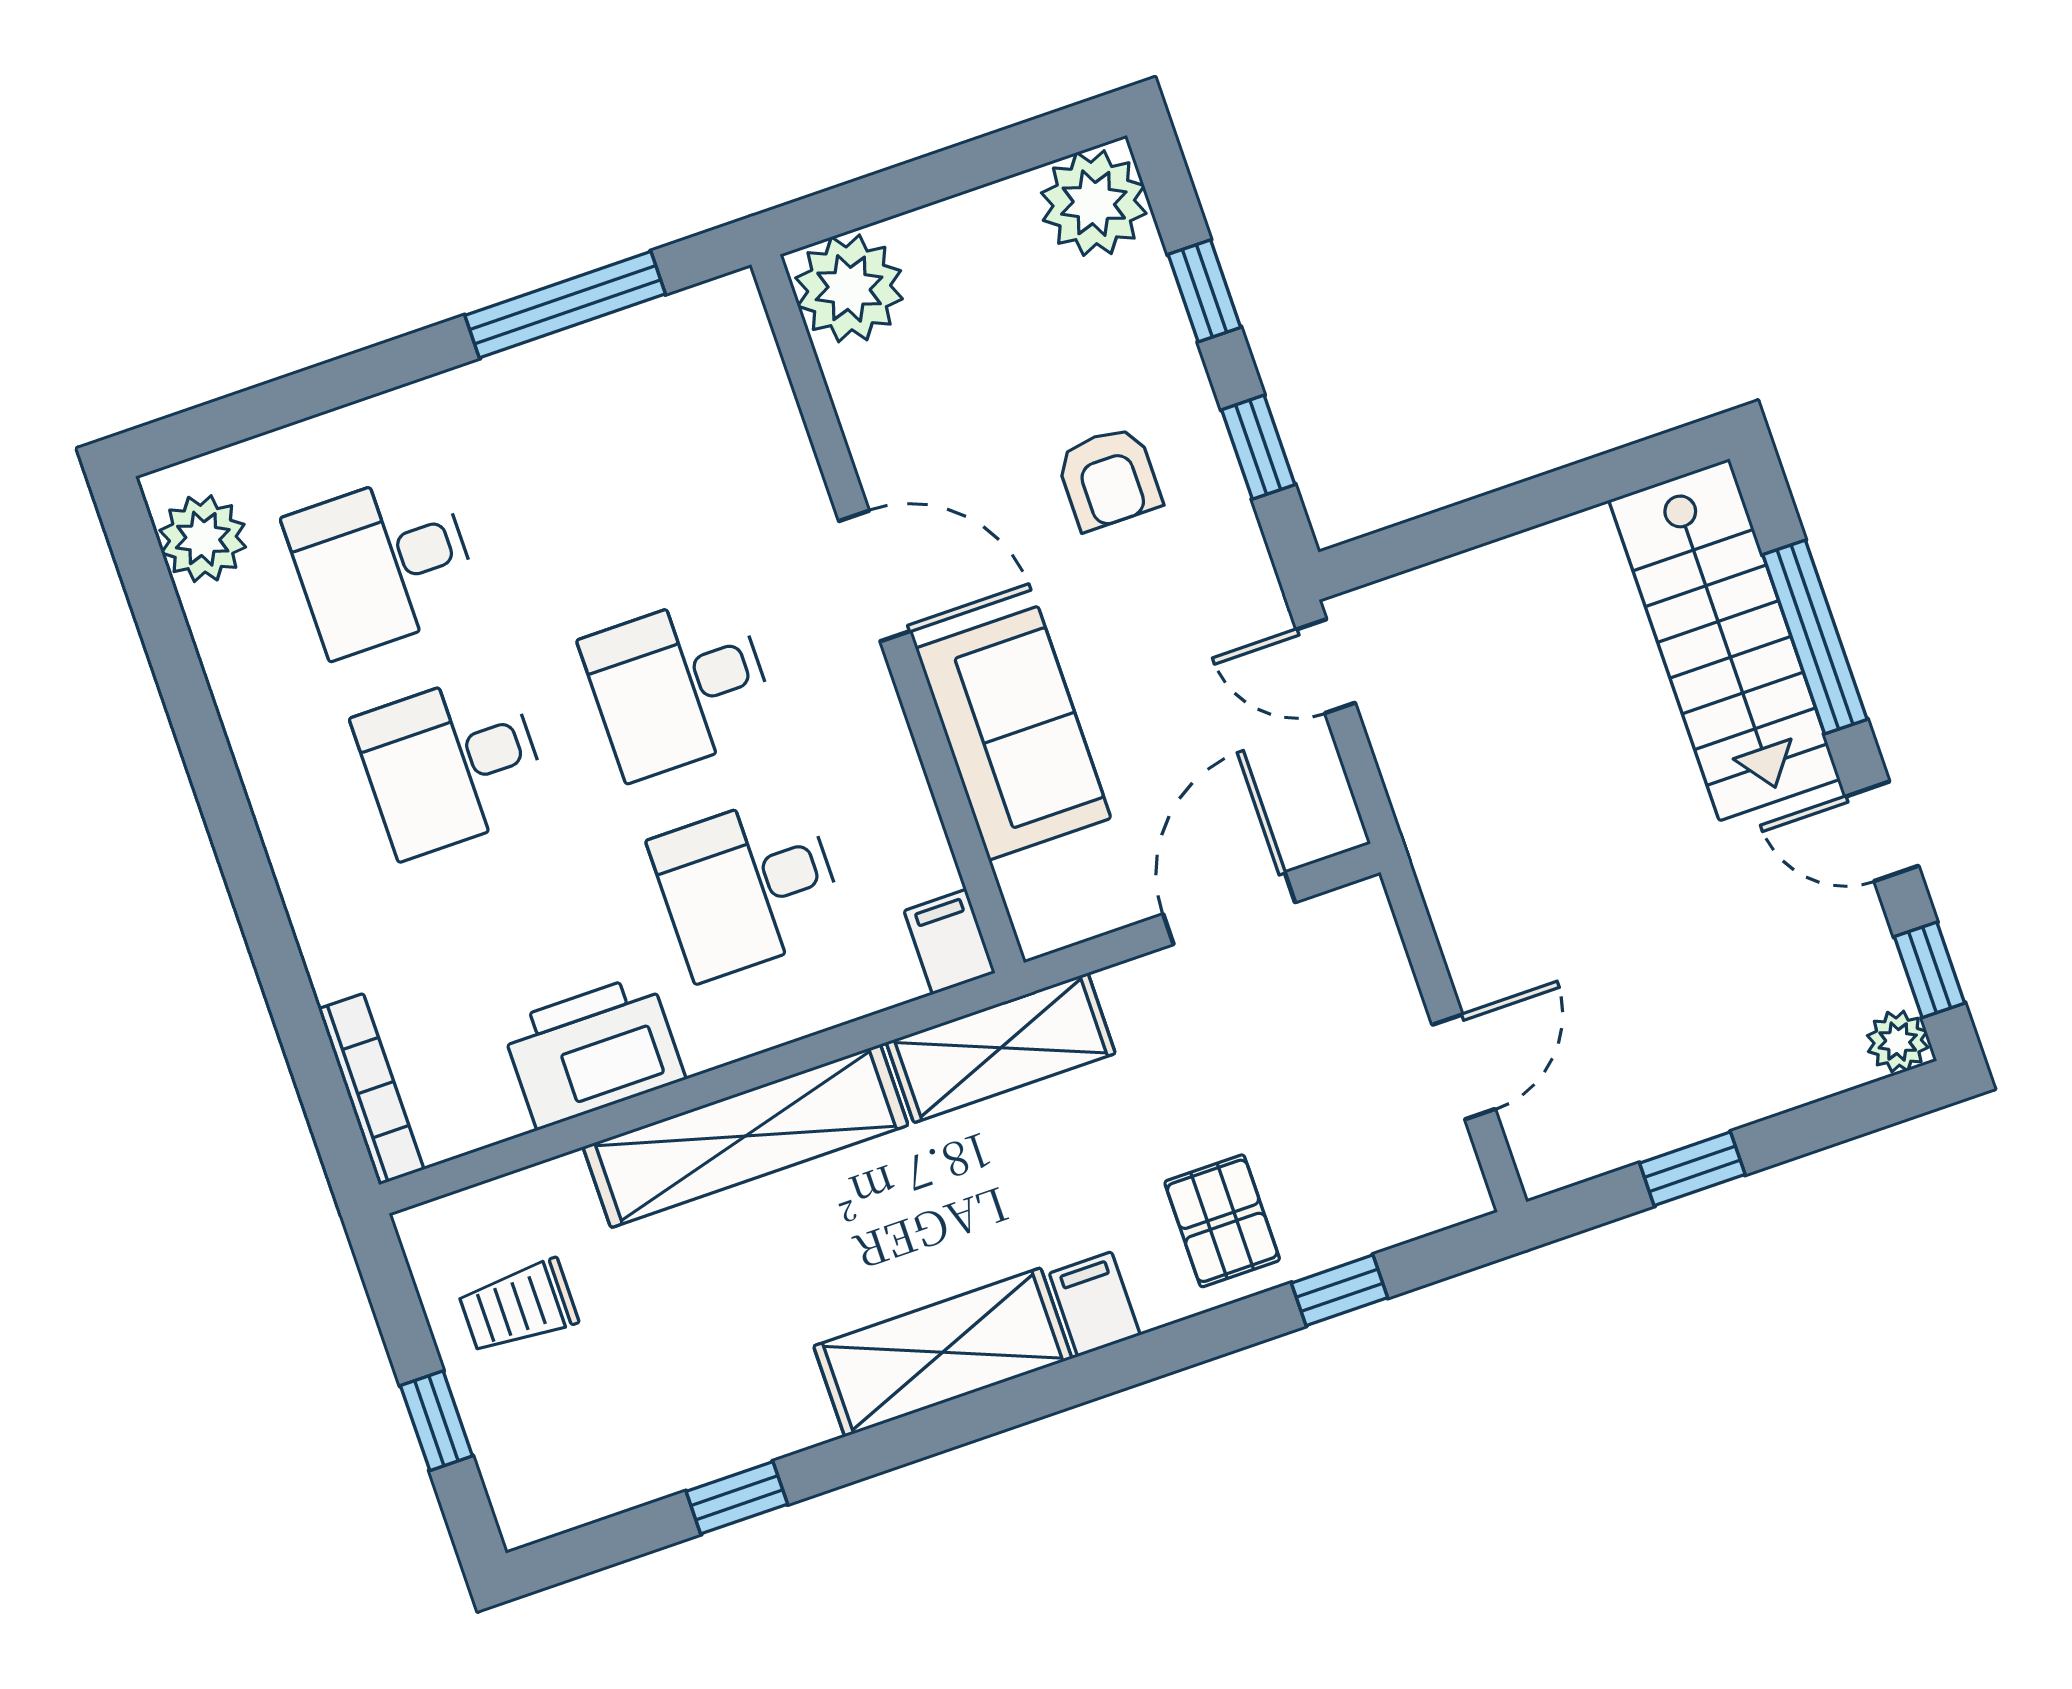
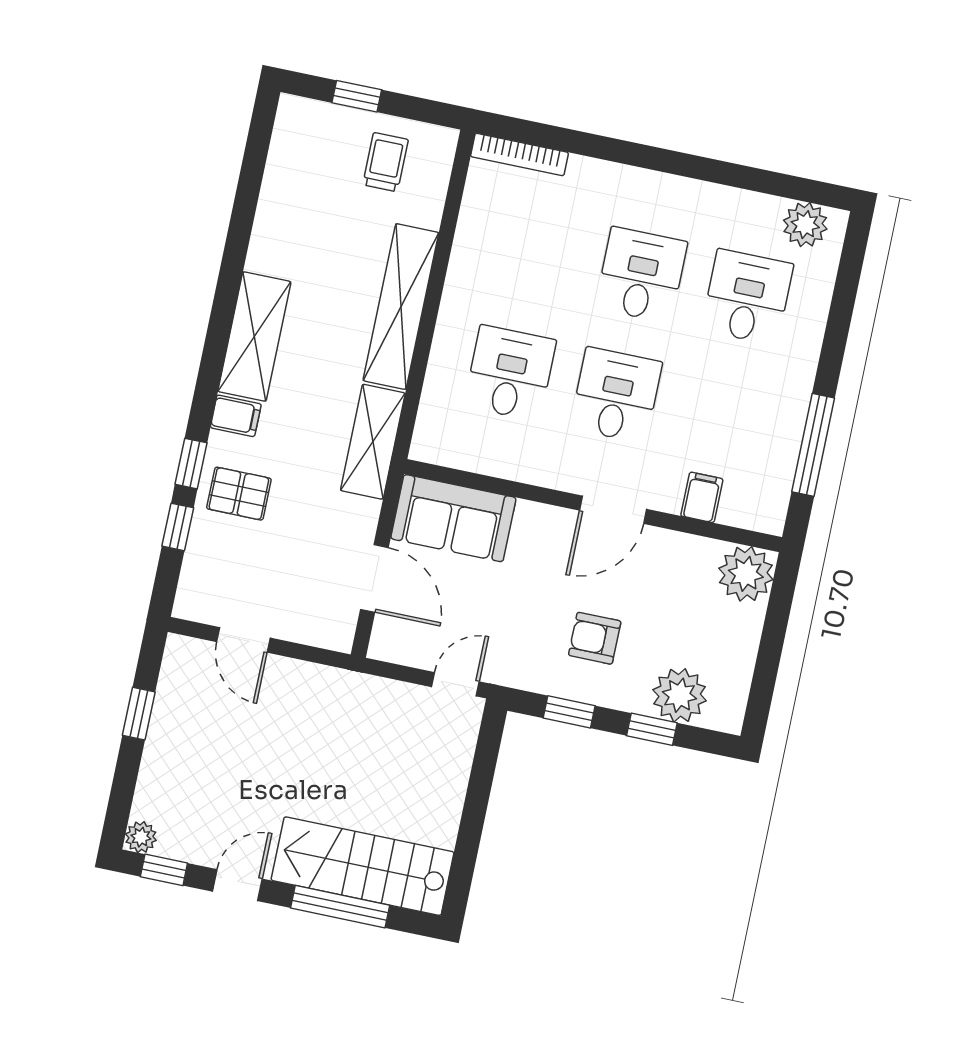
plant: (1094, 203) -> (680, 695), moved
sofa: (1013, 733) -> (453, 518), moved
filing cabinet: (950, 942) -> (702, 497), moved, turned -90
printer: (593, 1051) -> (478, 262), removed
window: (737, 1498) -> (191, 464), moved

